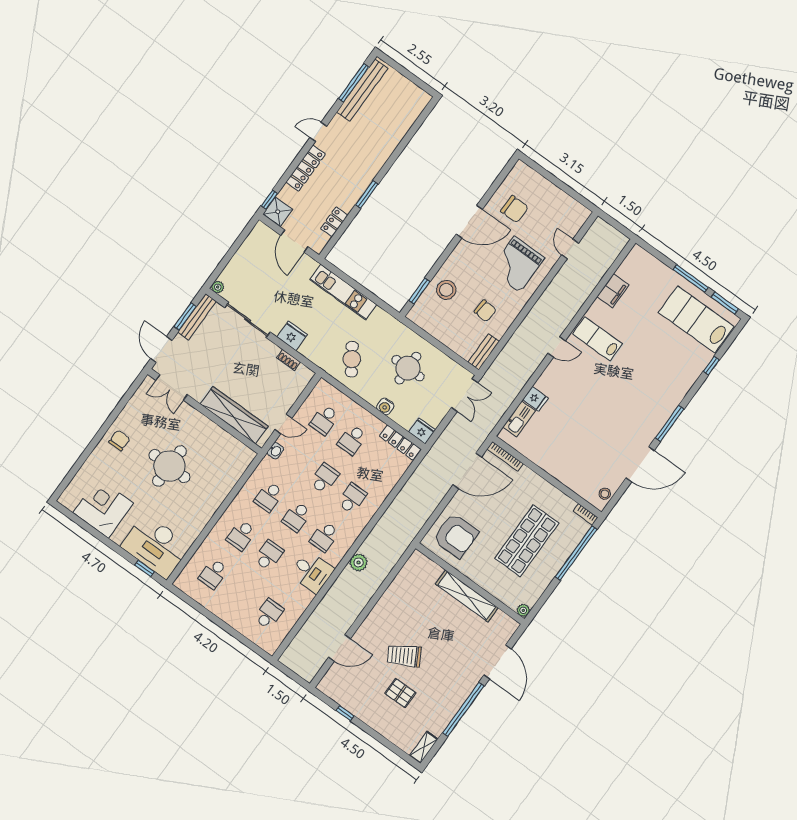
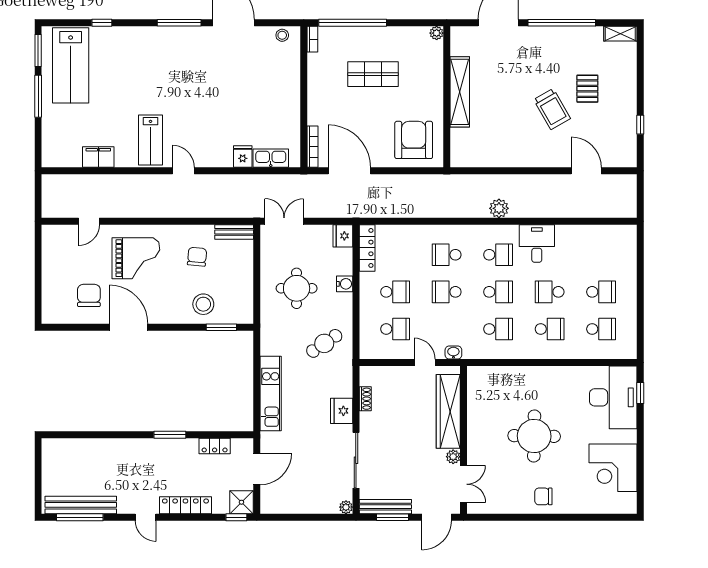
plant: (198, 394) -> (453, 457), added
shop shelf: (527, 541) -> (373, 74), width x0.70, depth x0.74
school desk: (269, 614) -> (601, 292), moved, turned 180

